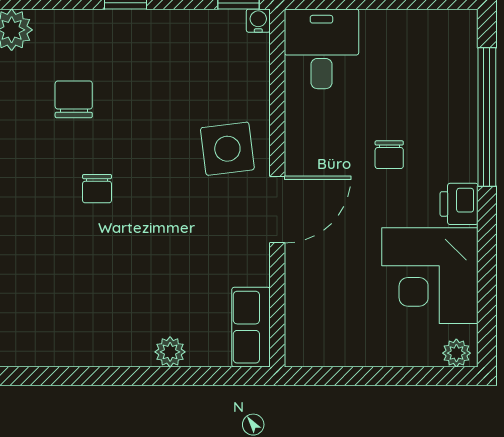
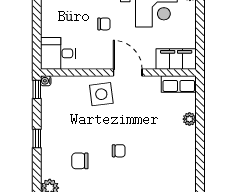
filing cabinet: (308, 321) -> (176, 59), added

